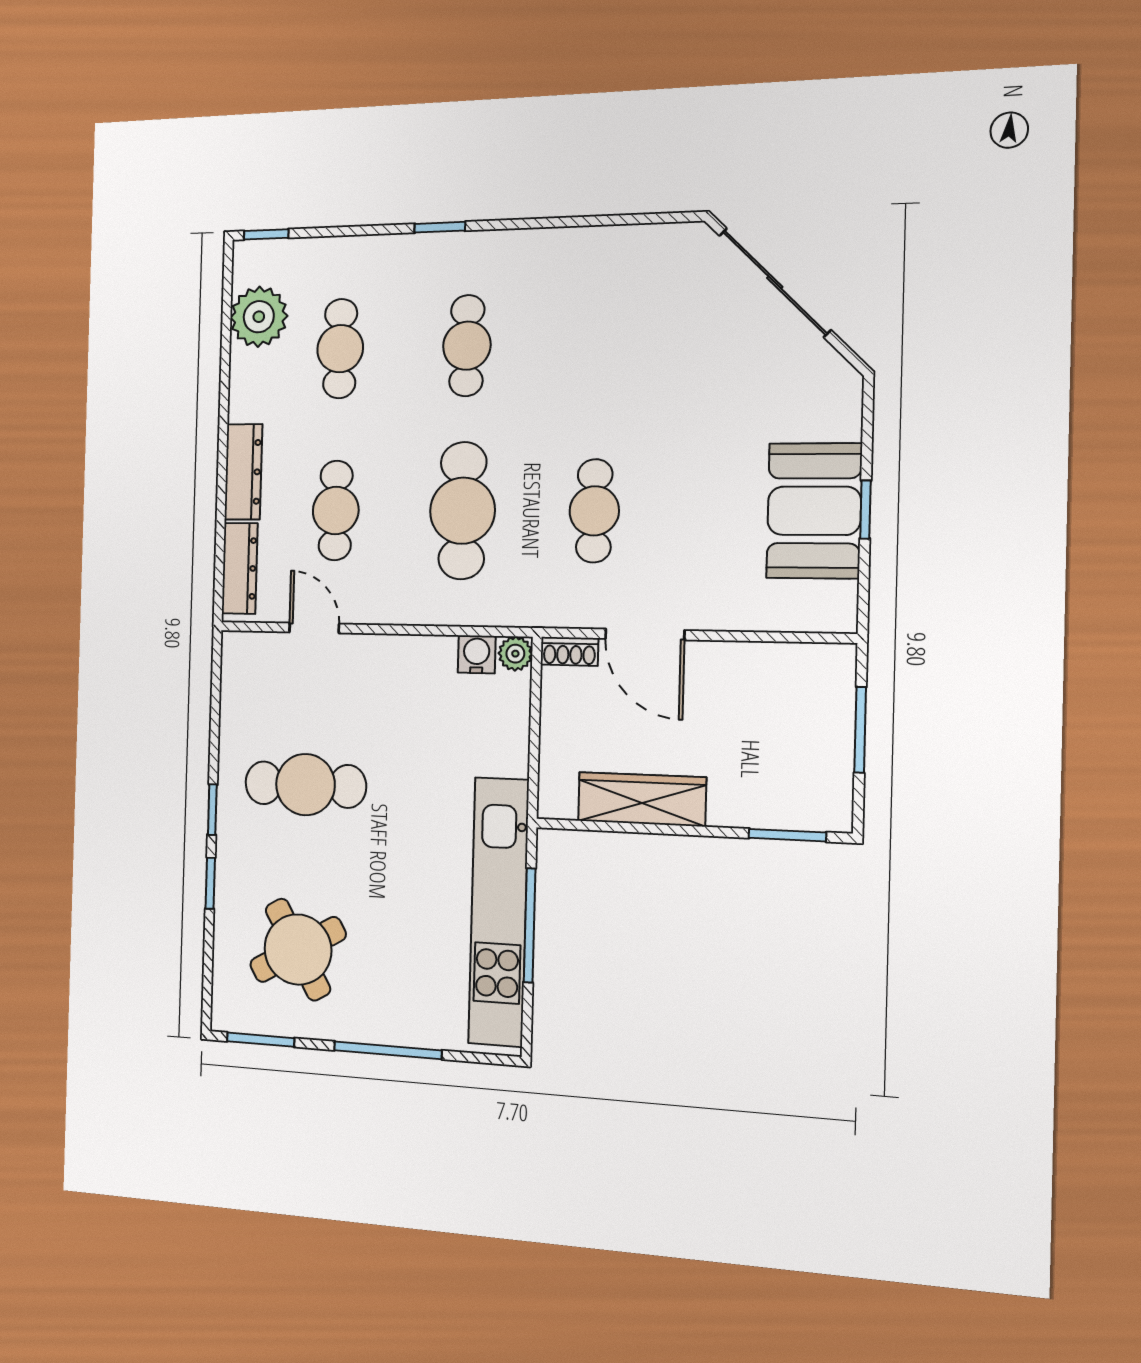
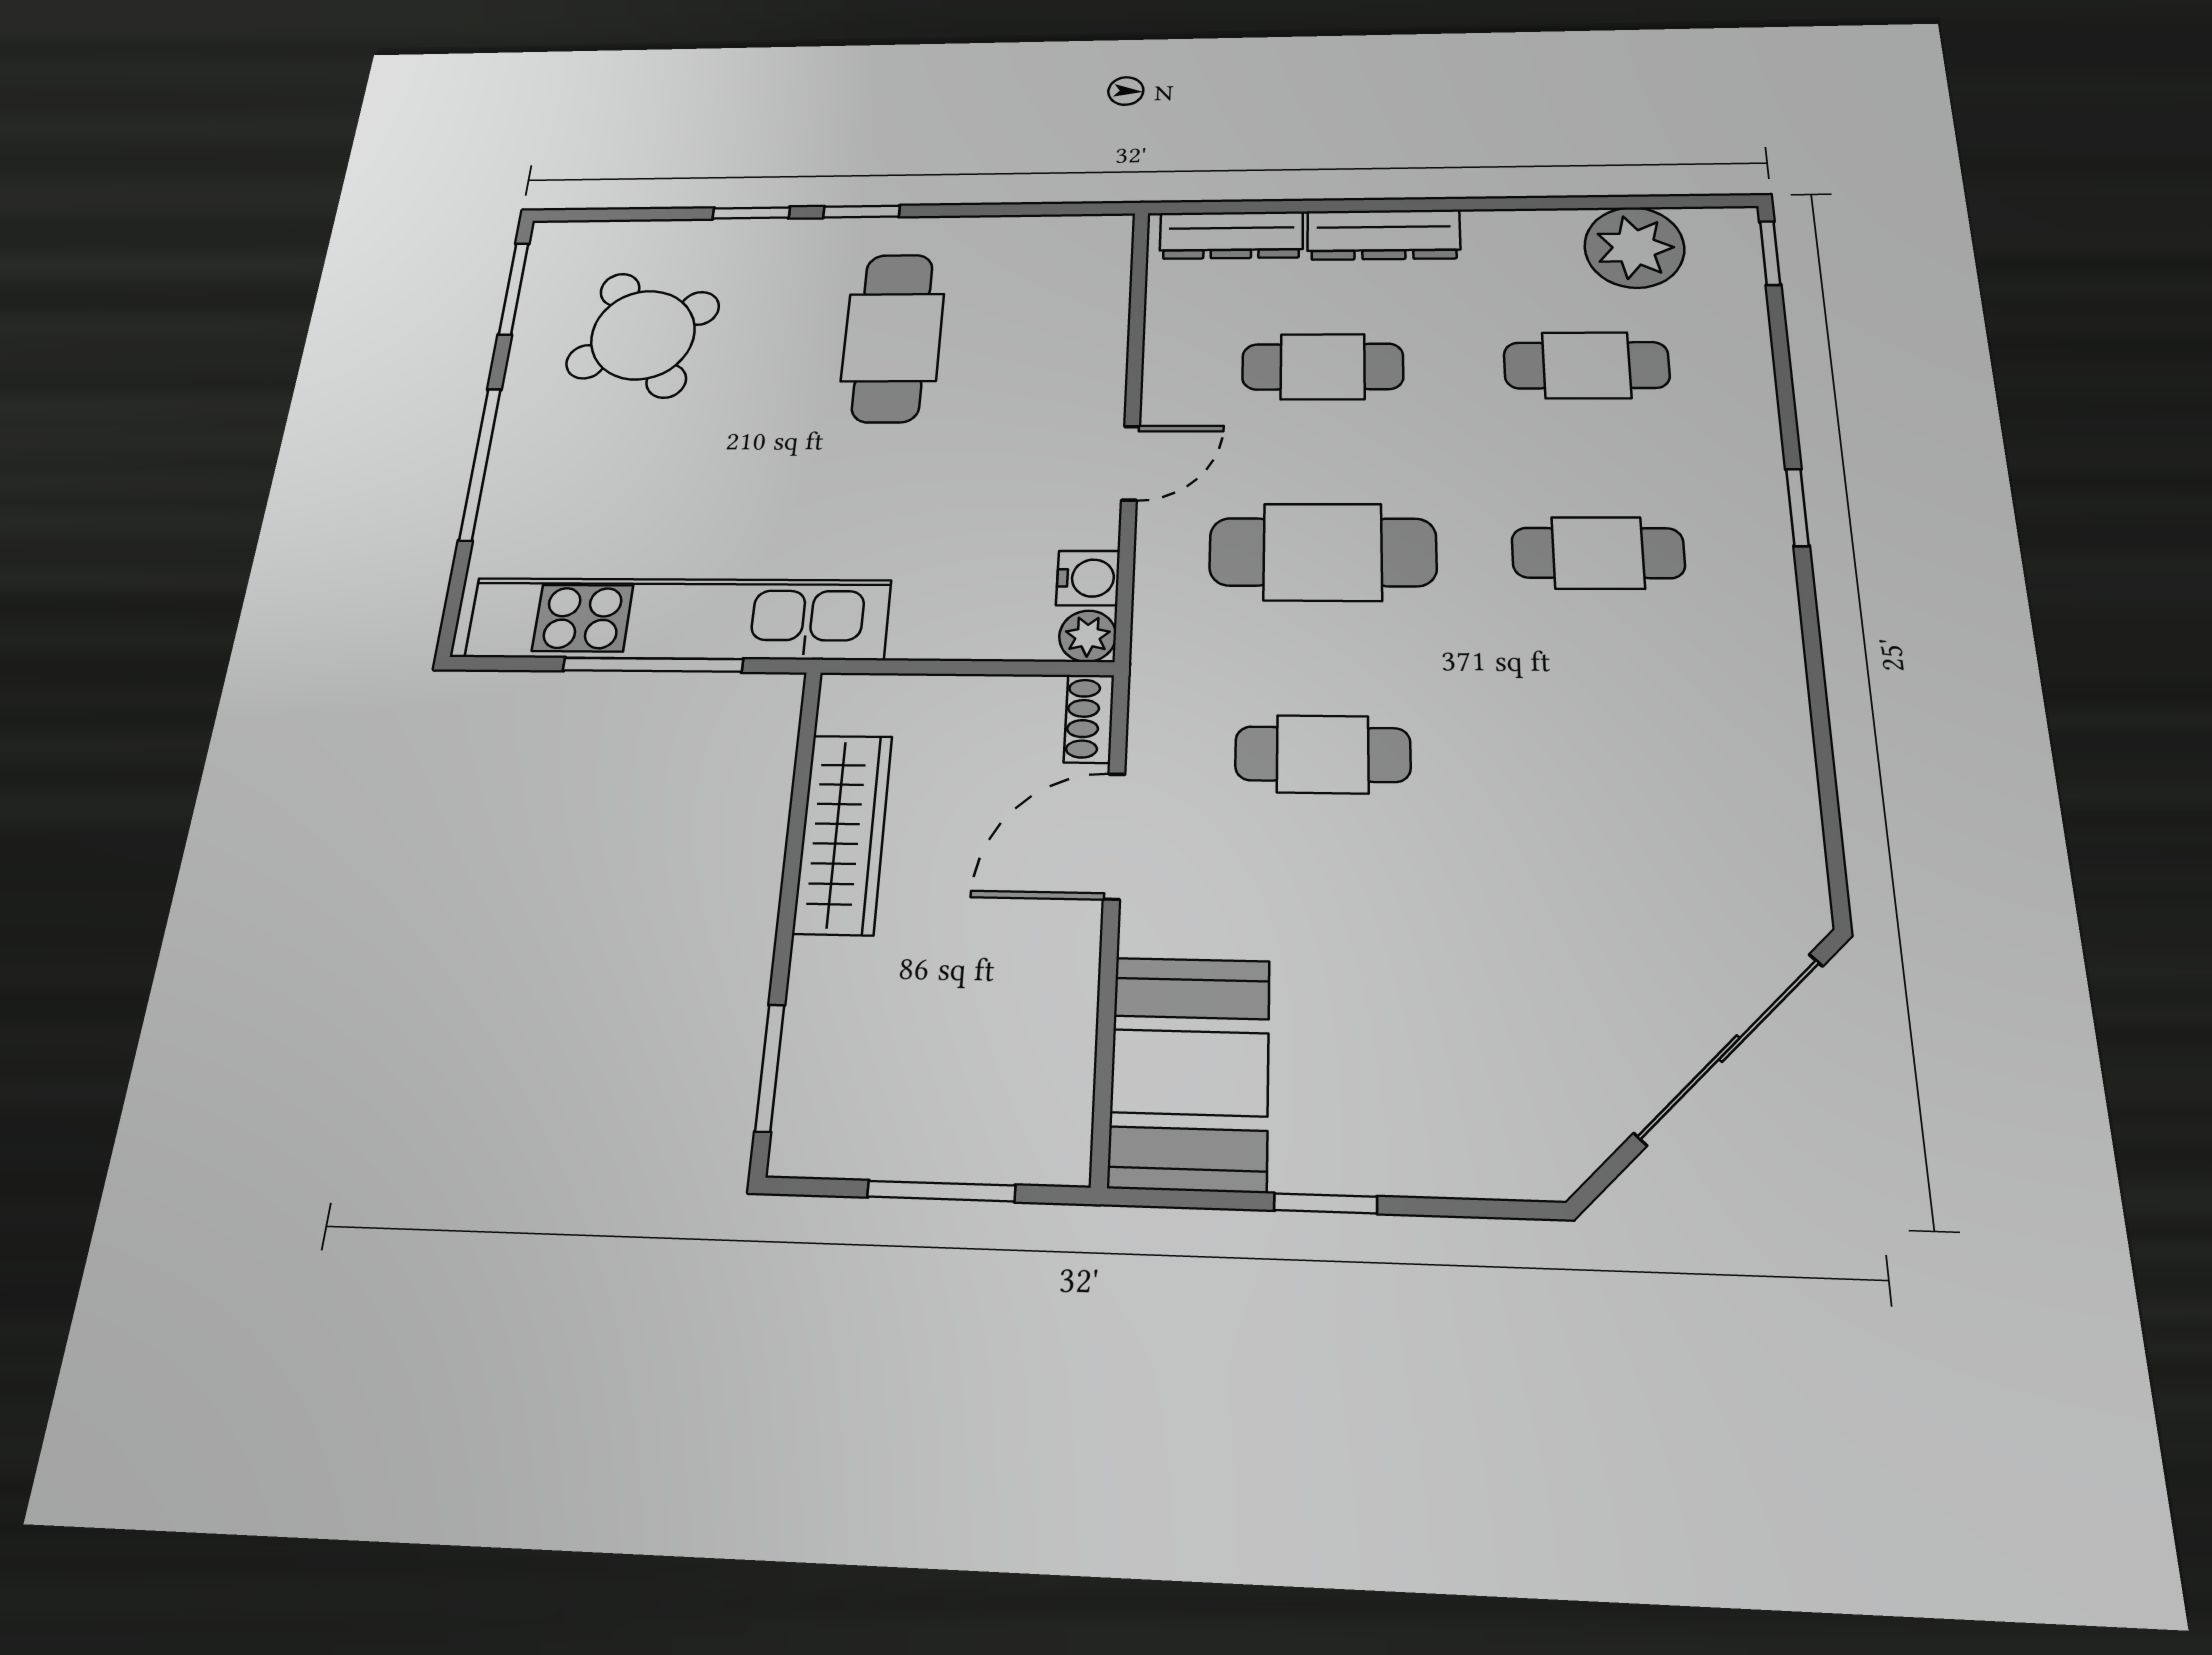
booth: (814, 511) -> (1190, 1073), moved, turned 90
door: (314, 628) -> (1130, 463), moved

